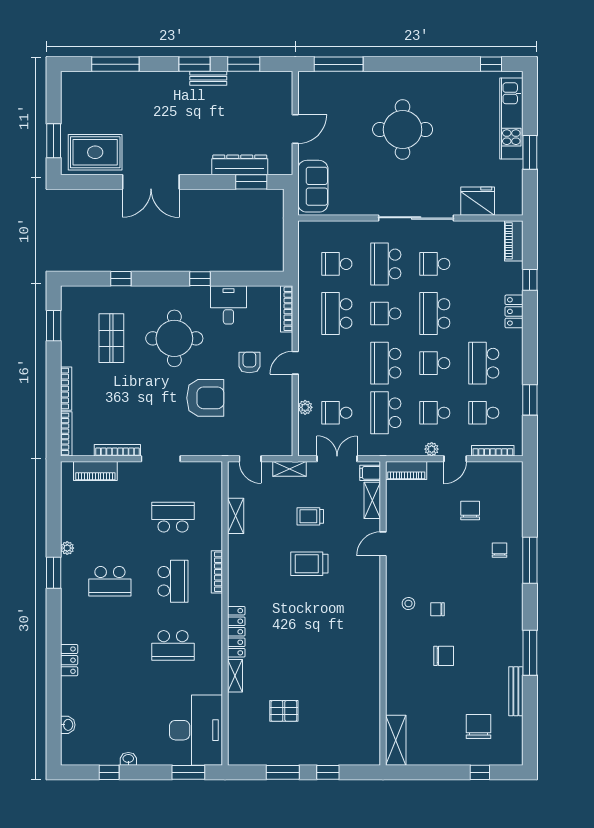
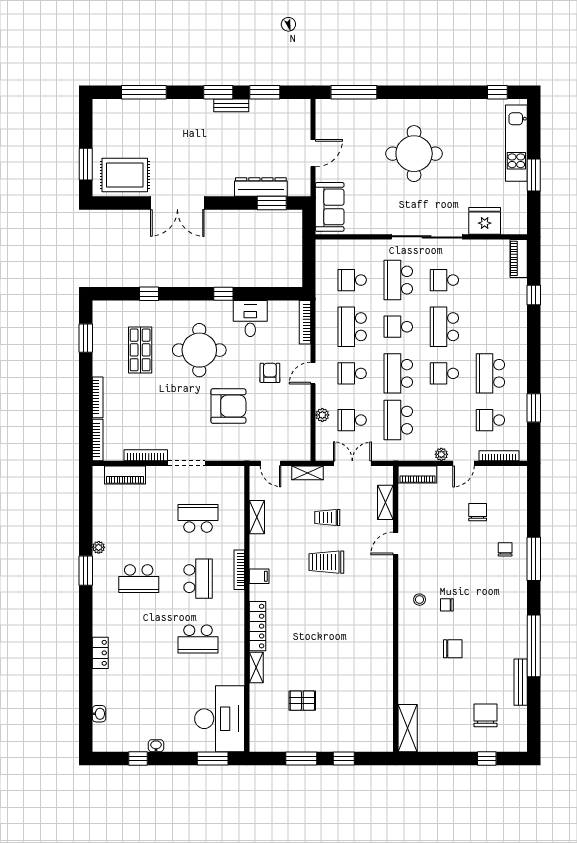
locker: (514, 311) -> (519, 325), removed
school desk: (435, 413) -> (352, 373), moved
filing cabinet: (370, 473) -> (259, 576), moved, turned 180
window: (530, 653) -> (534, 646), width x1.46

